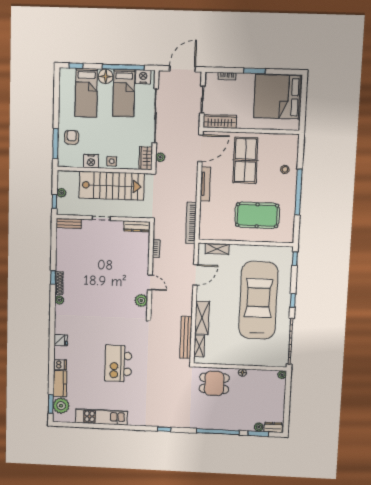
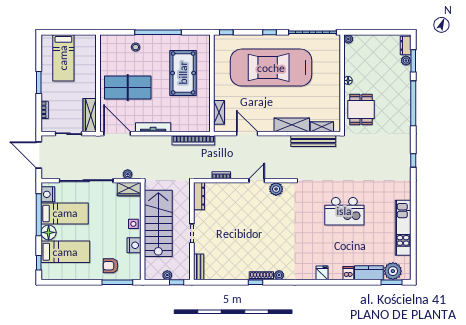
bed: (278, 97) -> (63, 58), width x0.49

